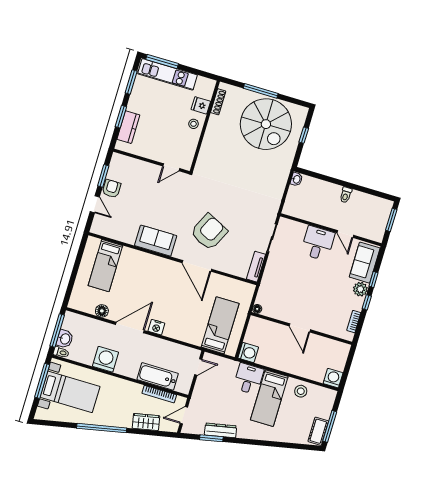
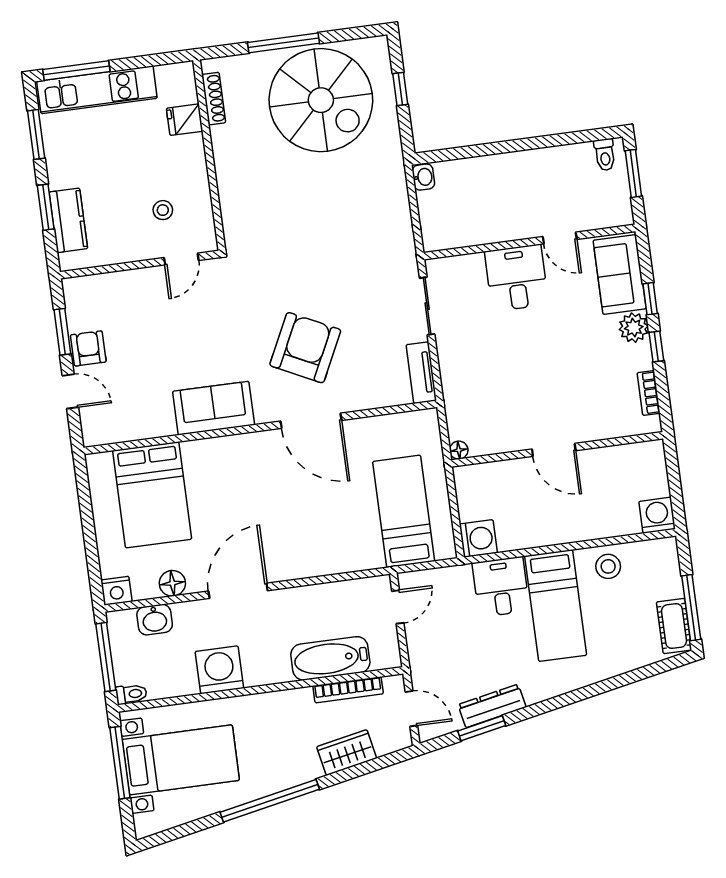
stool: (193, 124) -> (163, 210), moved
toilet: (346, 195) -> (605, 155), moved
bed: (105, 266) -> (152, 495), width x1.50
nightstand: (156, 327) -> (116, 591), moved
washbasin: (65, 339) -> (155, 620), moved, turned 90
door: (184, 415) -> (411, 709), swing flipped

